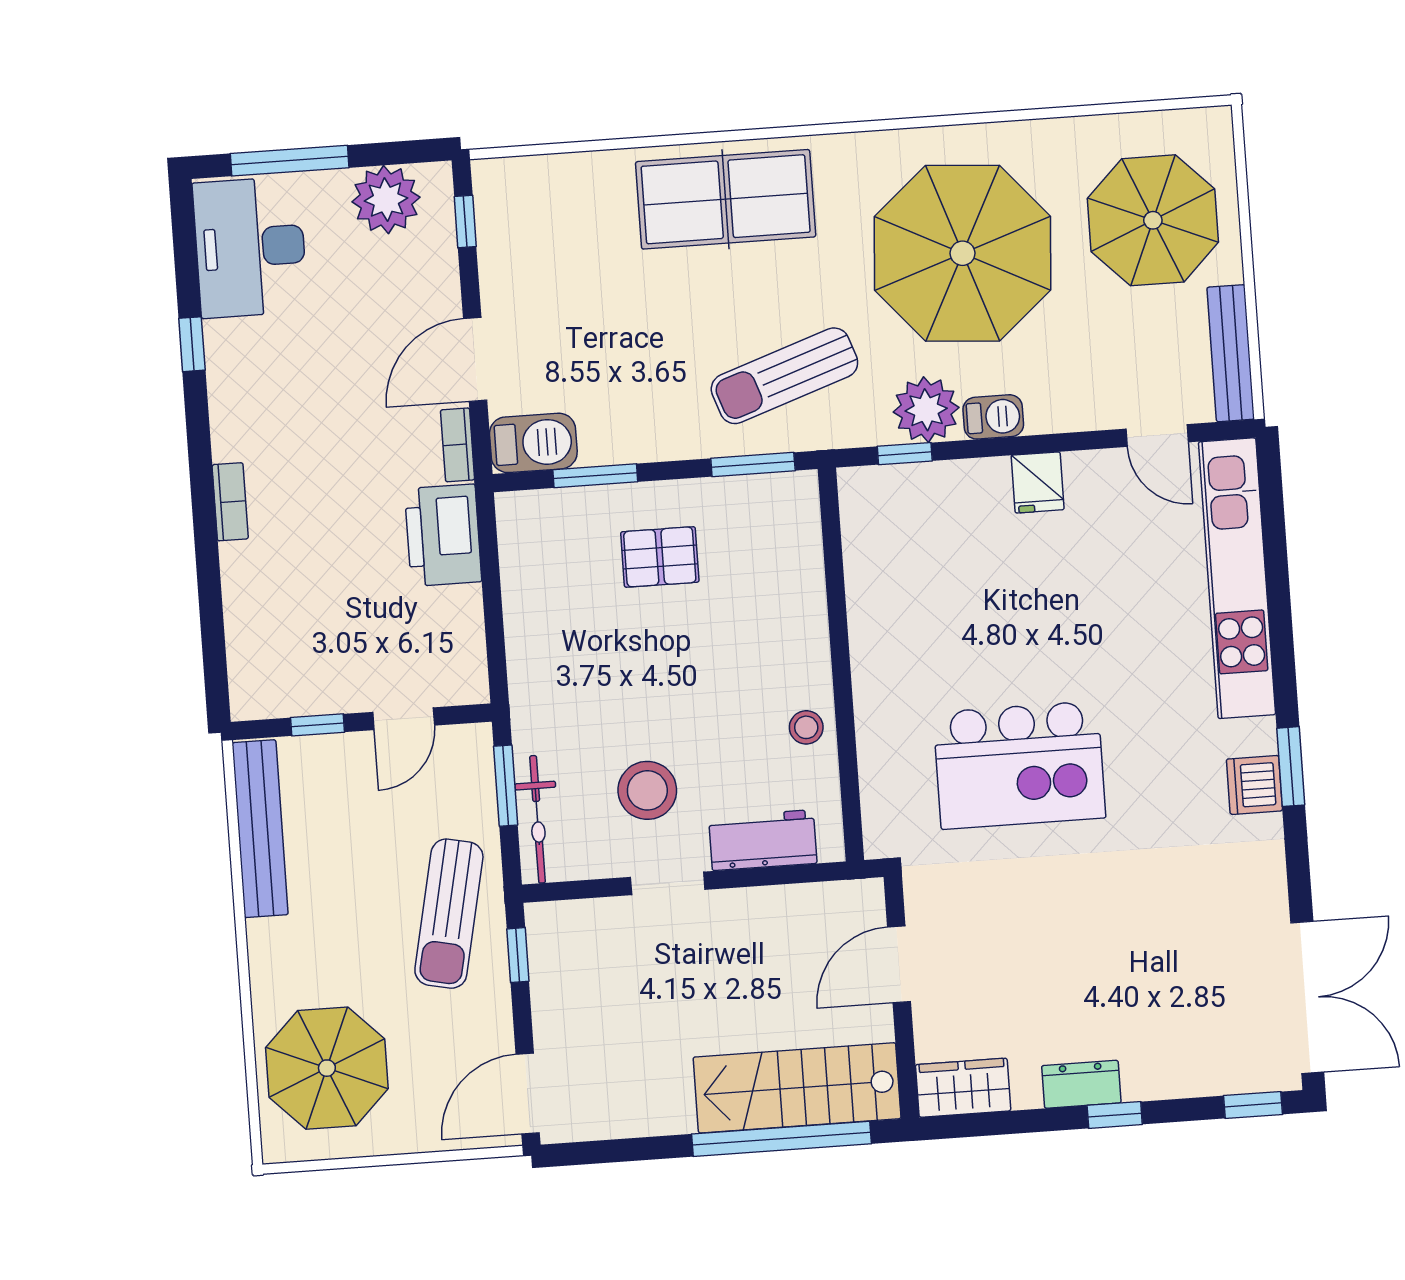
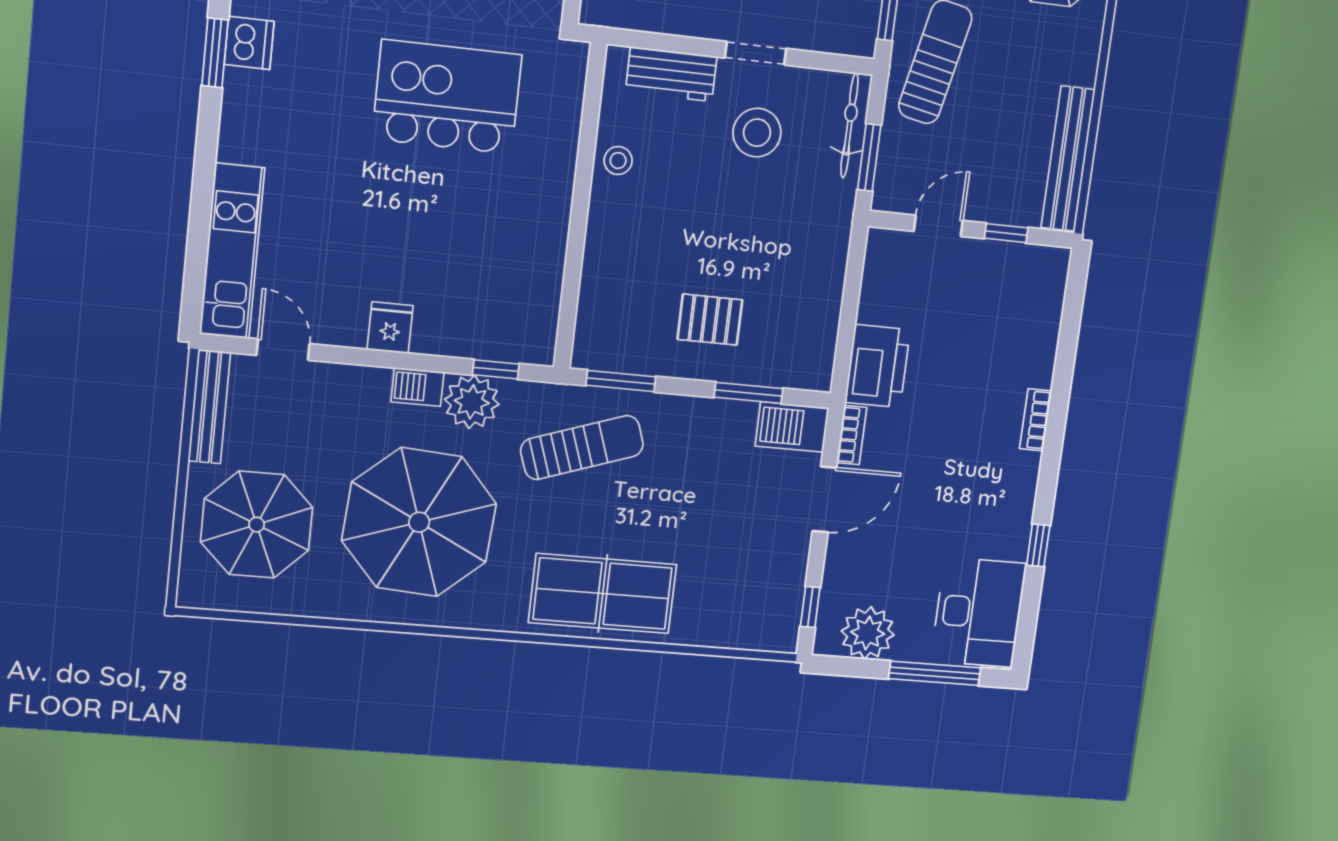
kitchen unit: (1237, 578) -> (232, 251), width x0.73

